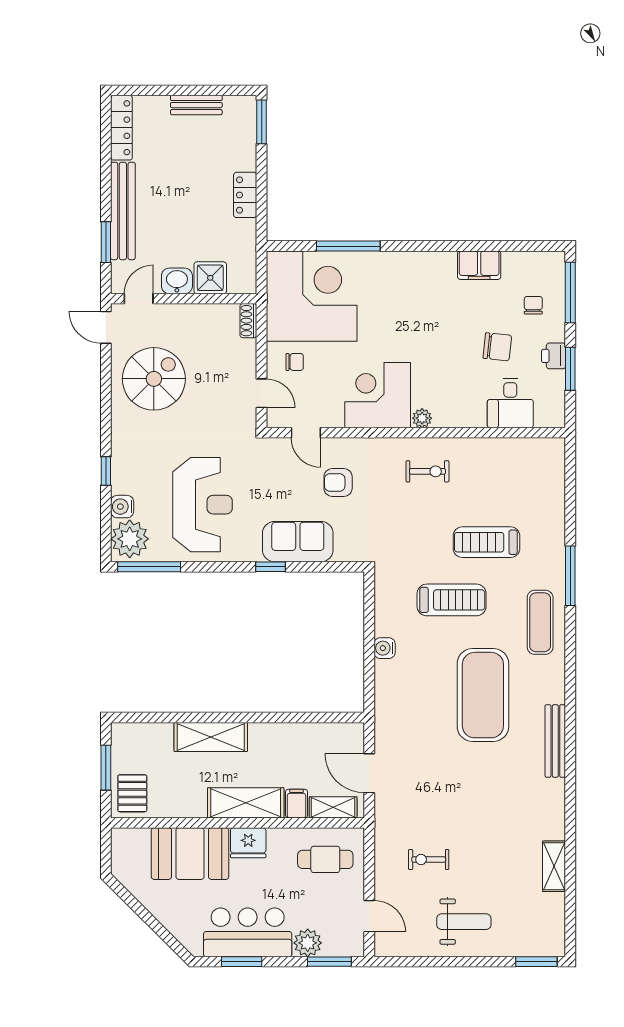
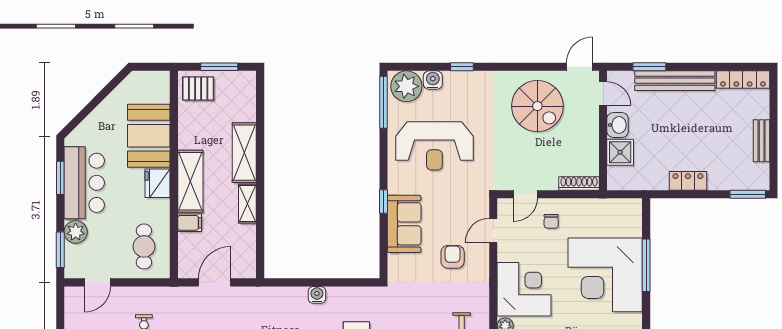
corner desk: (312, 296) -> (605, 275), moved, turned 90
shoe rack: (248, 321) -> (579, 183), width x1.43
shelving: (333, 807) -> (247, 204), moved

